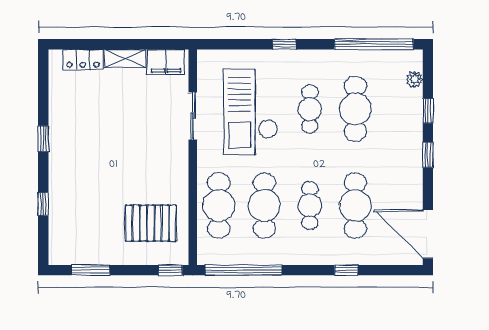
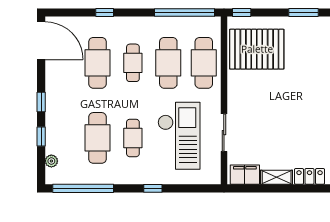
pallet: (151, 223) -> (257, 49), width x1.37, depth x1.41

